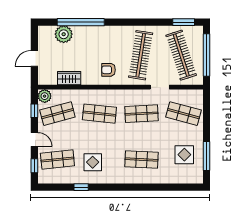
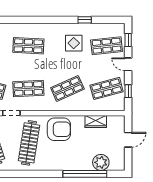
armchair: (109, 70) -> (59, 129), width x1.88, depth x1.88
plant: (45, 96) -> (119, 105), removed
shop shelf: (99, 114) -> (67, 88), turned -30

